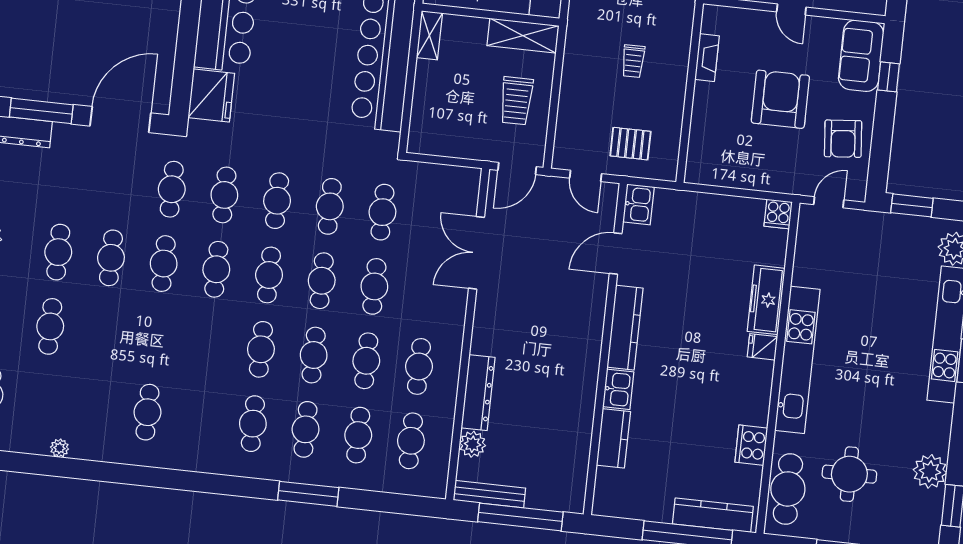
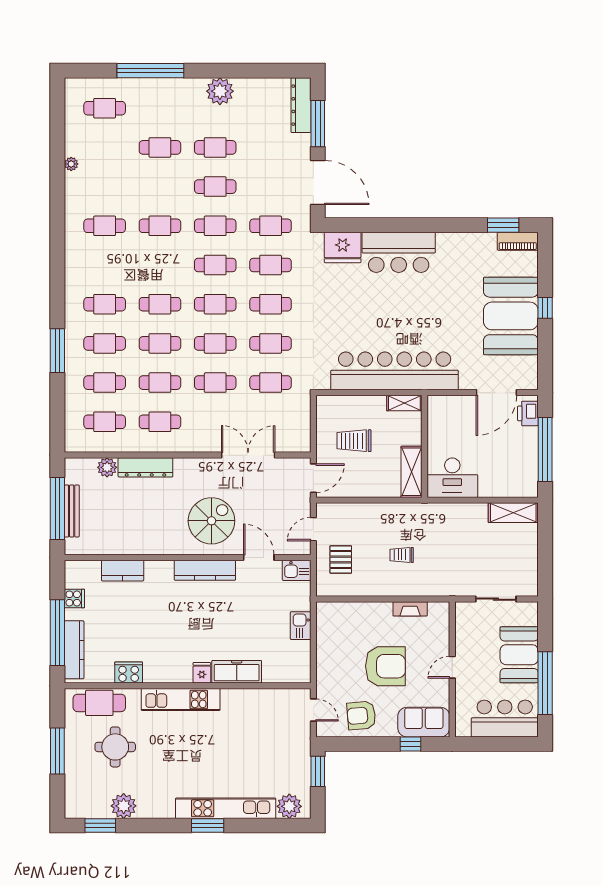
trolley: (516, 101) -> (354, 441), moved
door: (517, 168) -> (313, 478), swing flipped
cooker: (778, 214) -> (74, 598), moved, turned 180
spiral stairs: (560, 312) -> (211, 521), added
cafe table: (156, 338) -> (160, 226), added
kitchen unit: (797, 360) -> (181, 700), width x0.73
kitchen sink: (618, 389) -> (301, 626), moved, turned 90
bench: (489, 494) -> (72, 511), moved

